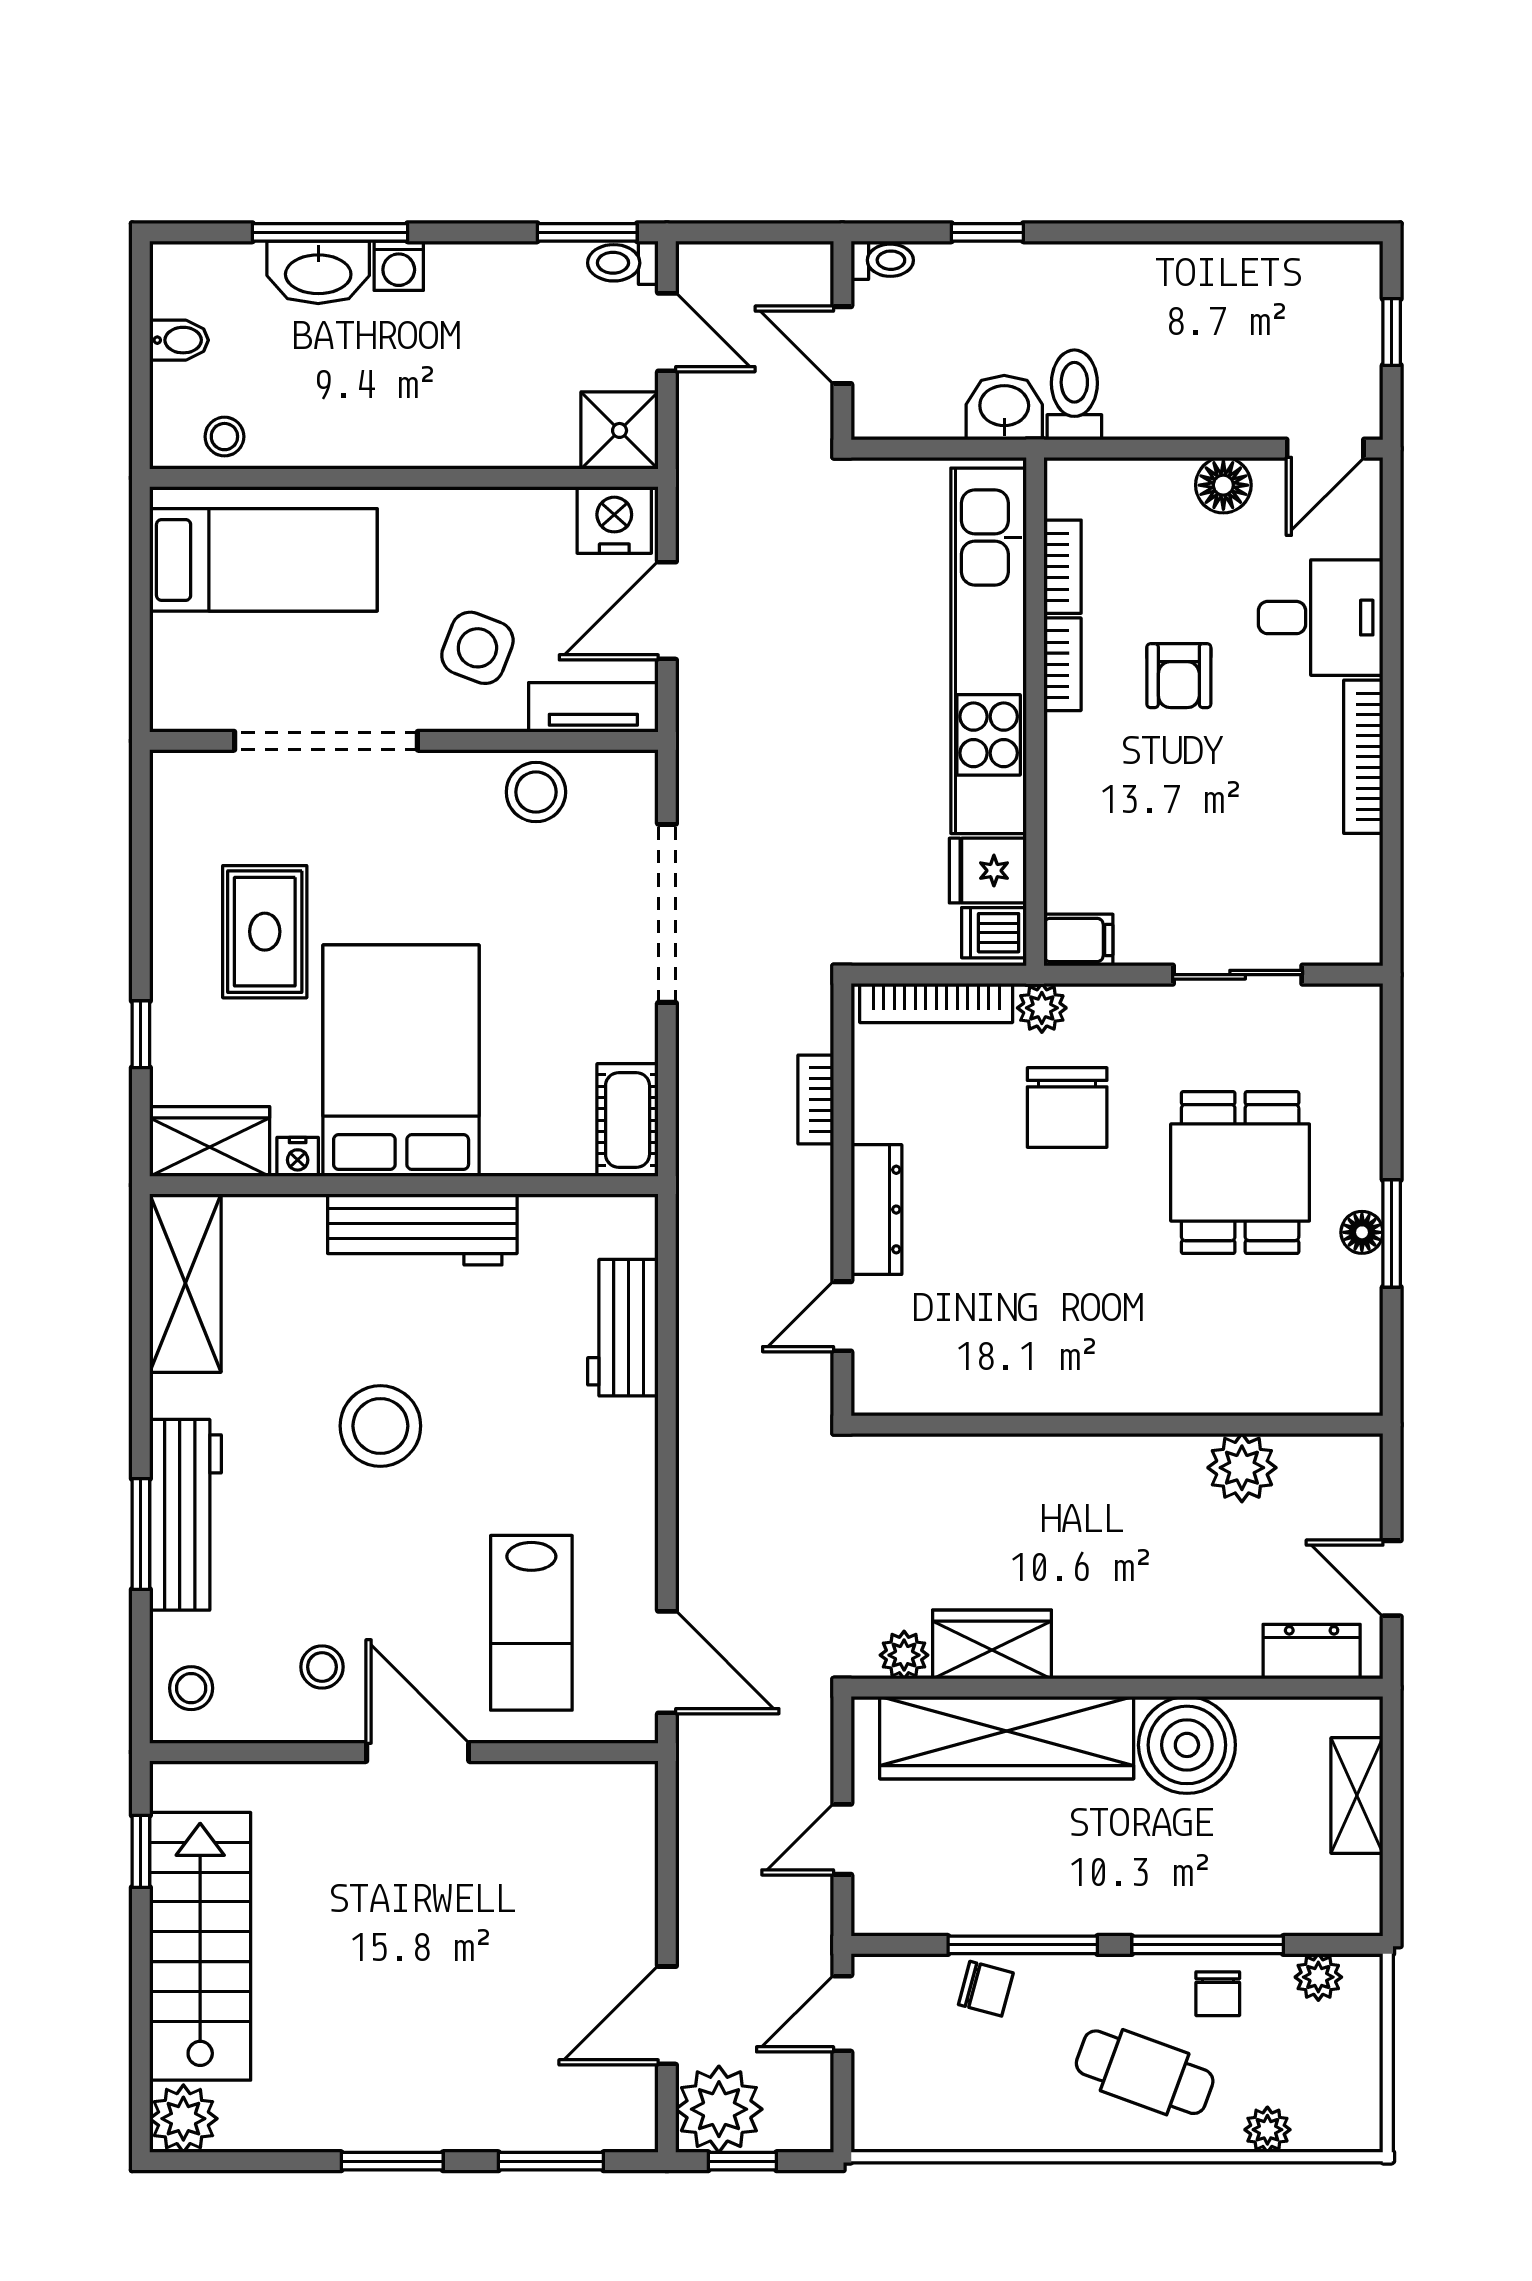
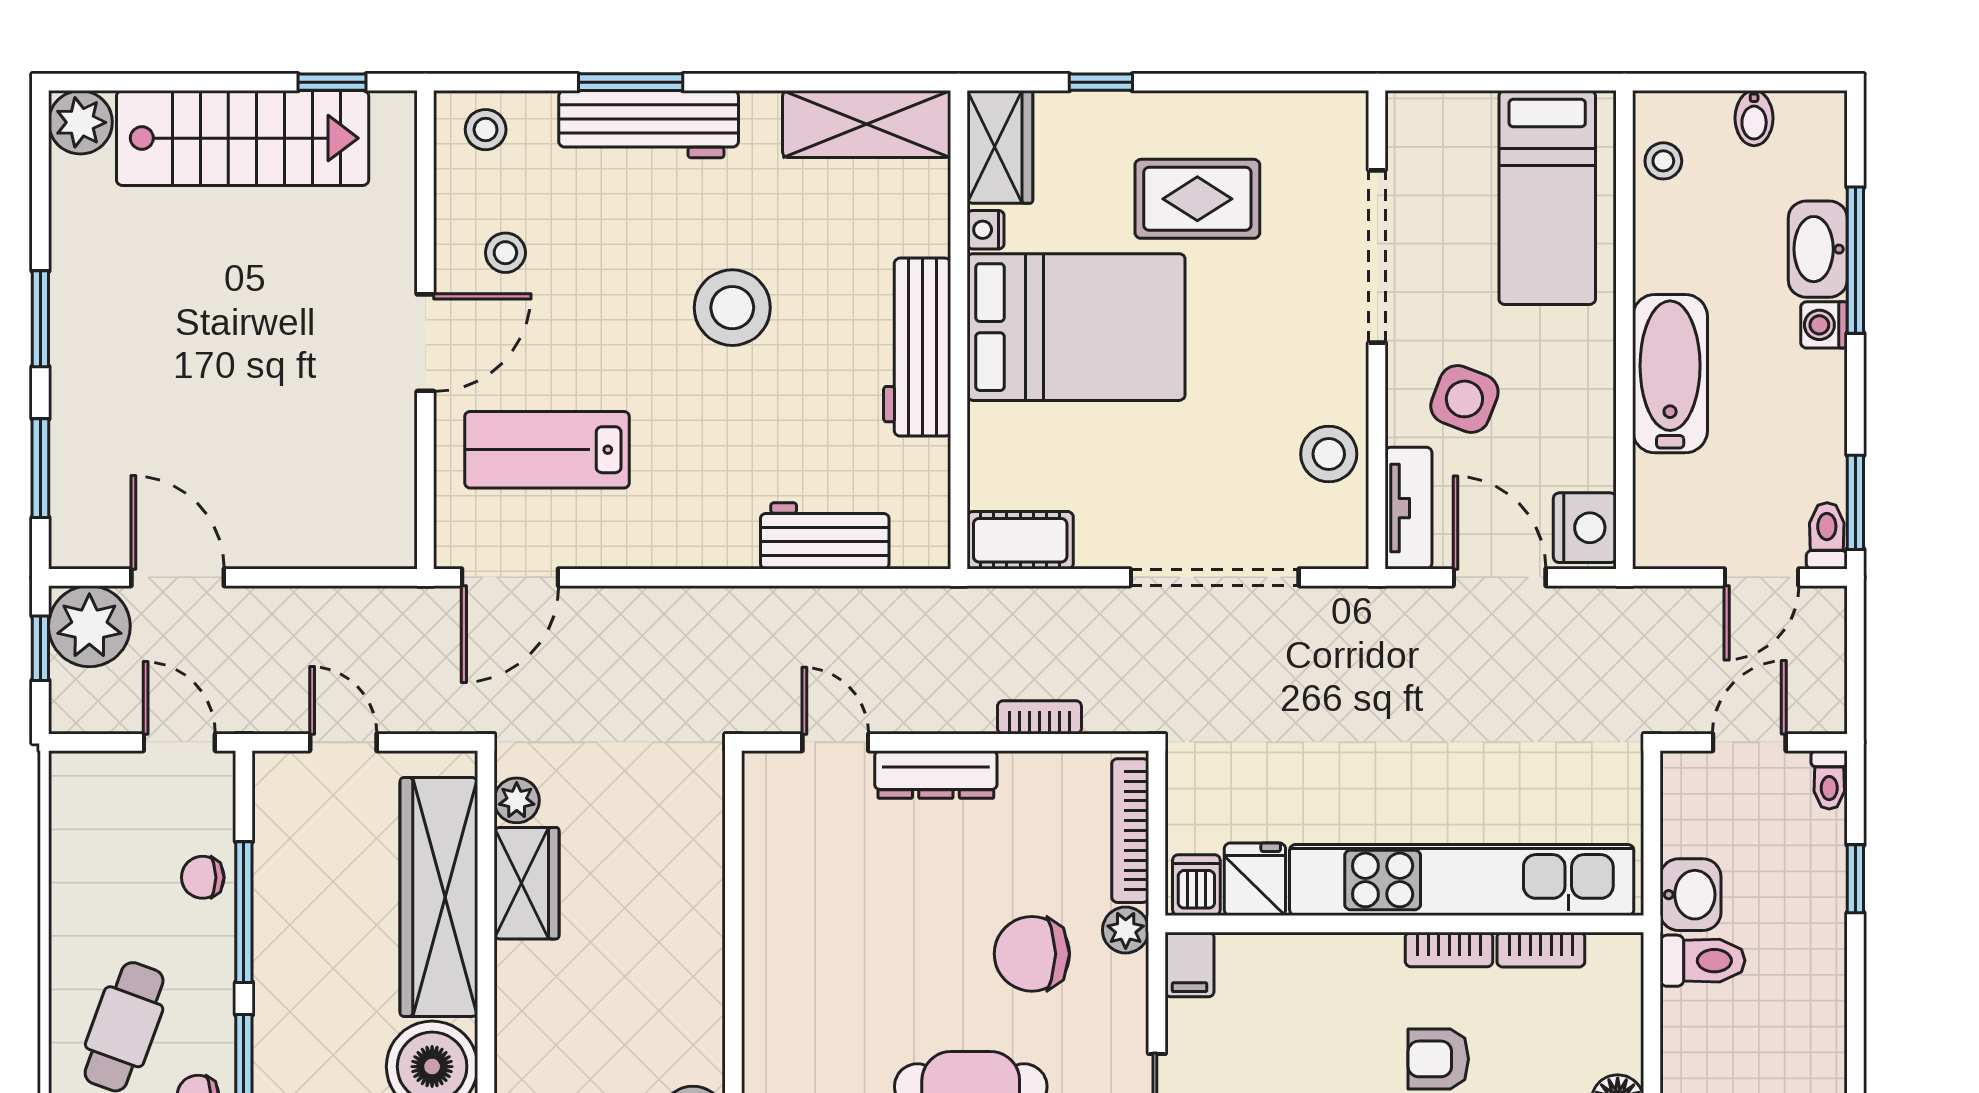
bathtub: (451, 429) -> (1670, 374), added
shower: (620, 430) -> (1669, 533), removed
chair: (986, 1989) -> (203, 877), turned 75

